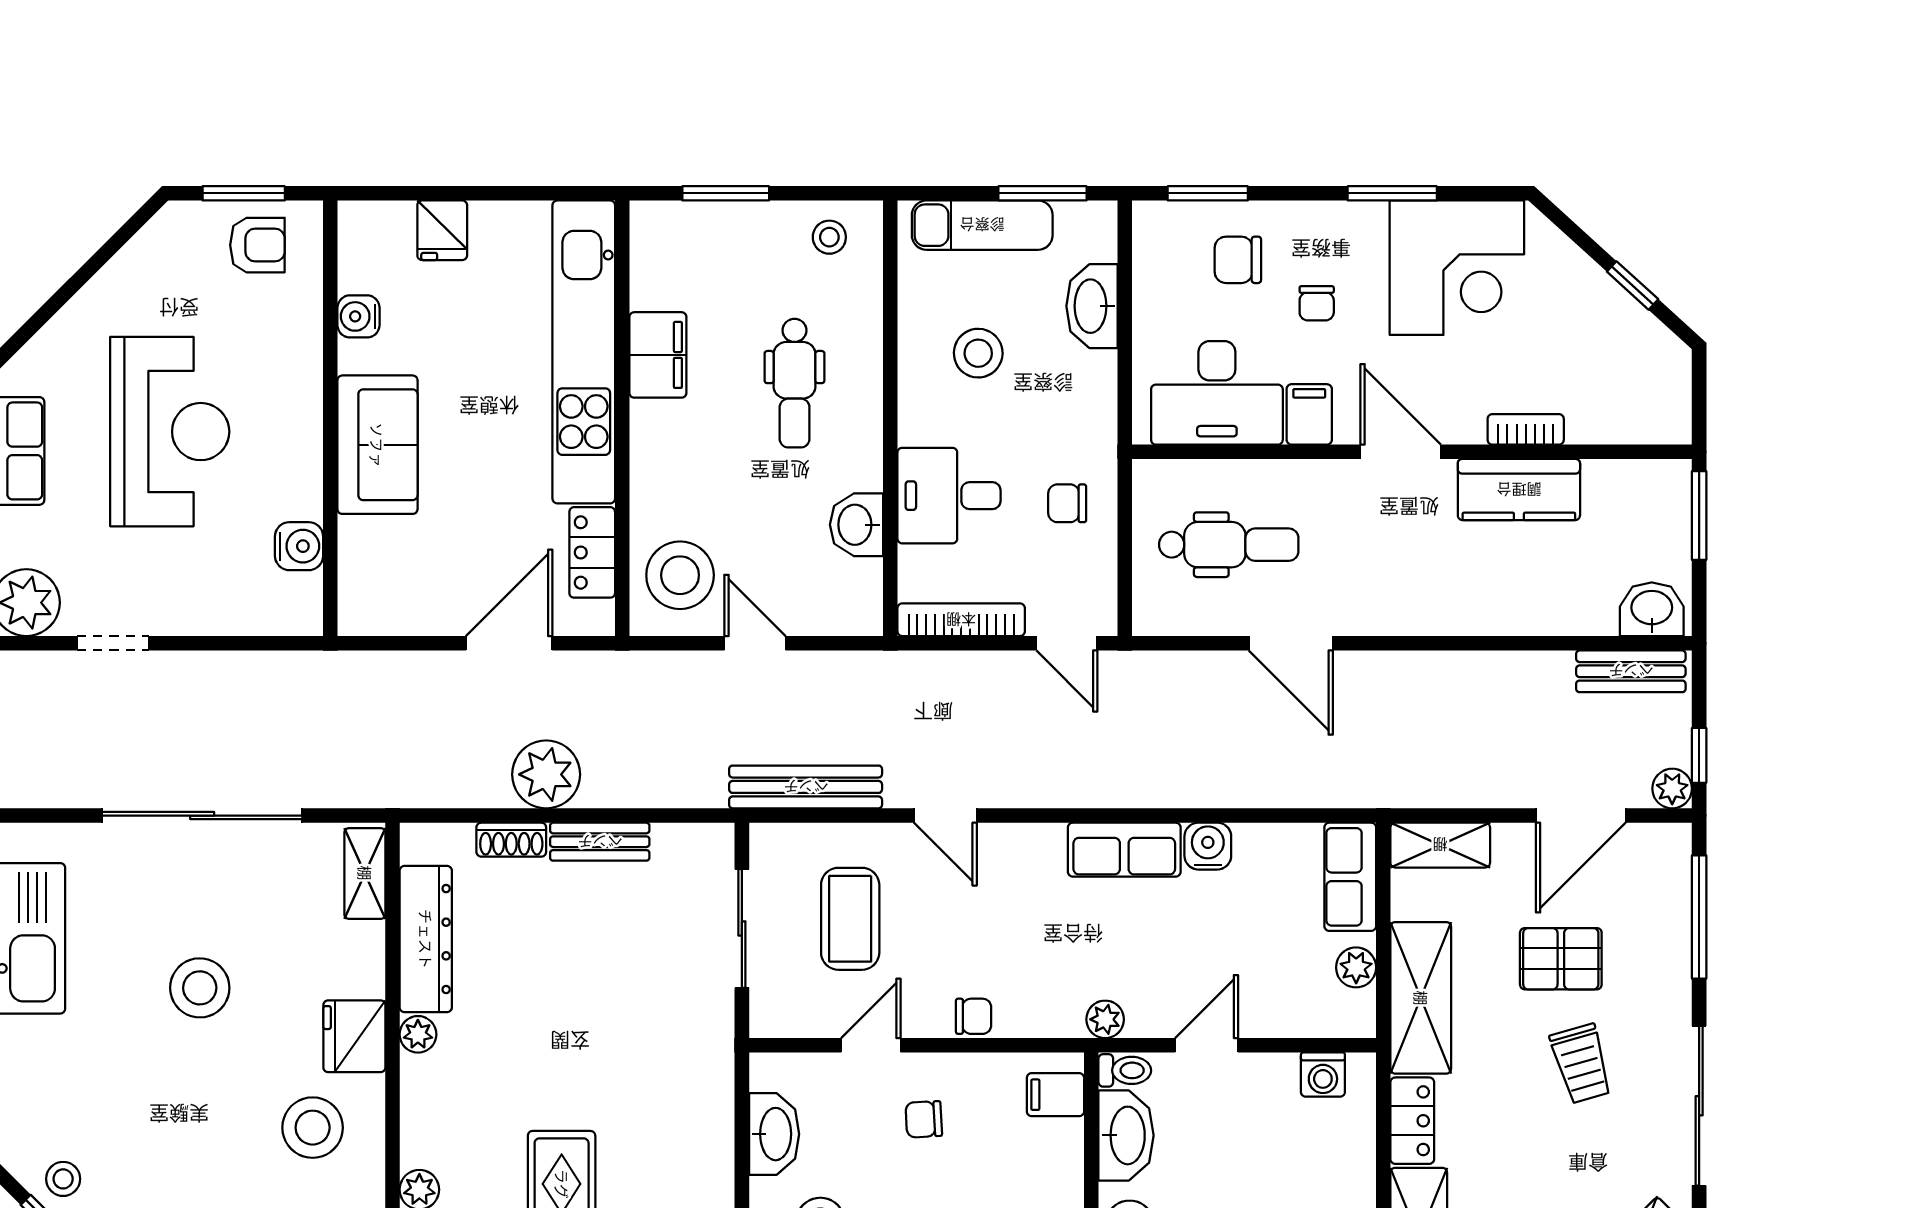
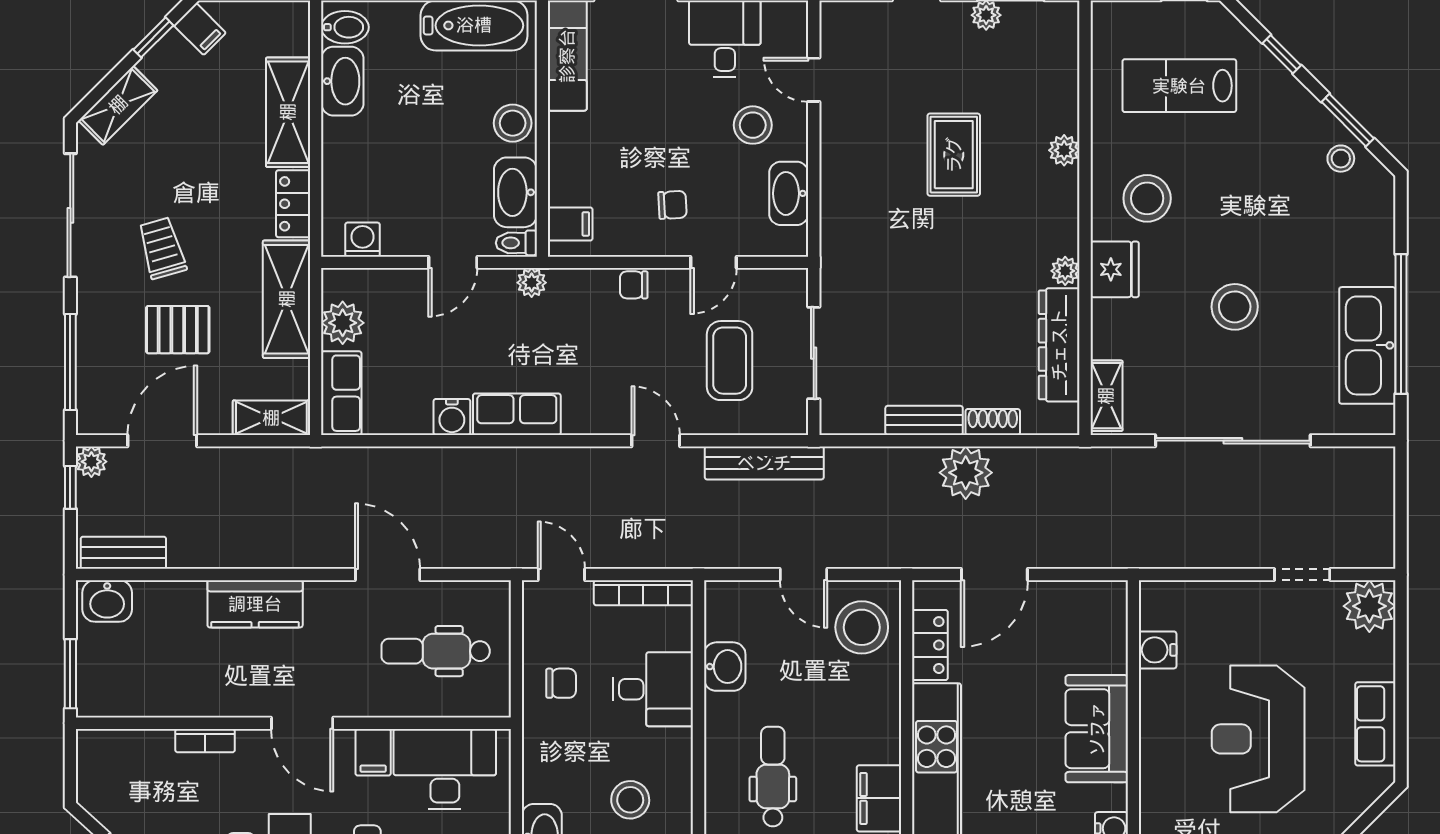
kitchen counter: (1519, 490) -> (255, 604), moved, turned 180
plant: (1356, 967) -> (343, 323), width x1.38, depth x1.38

